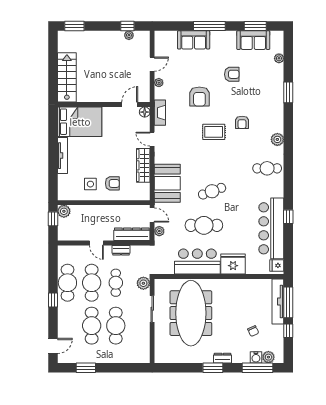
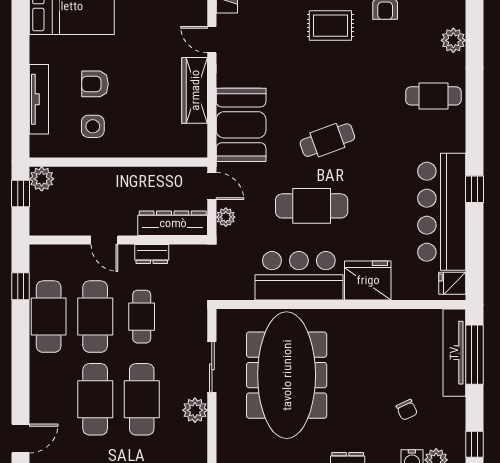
tv unit: (62, 156) -> (39, 99), moved
armchair: (112, 183) -> (95, 84), moved, turned 180
plant: (143, 283) -> (195, 410), moved
window: (53, 300) -> (20, 286), moved
window: (288, 331) -> (474, 444), moved

